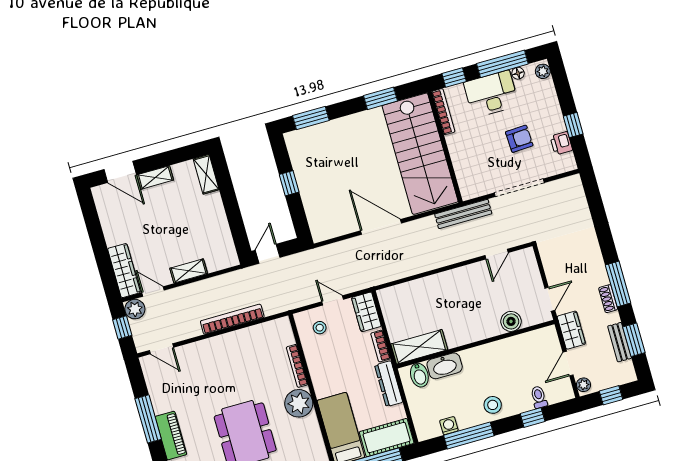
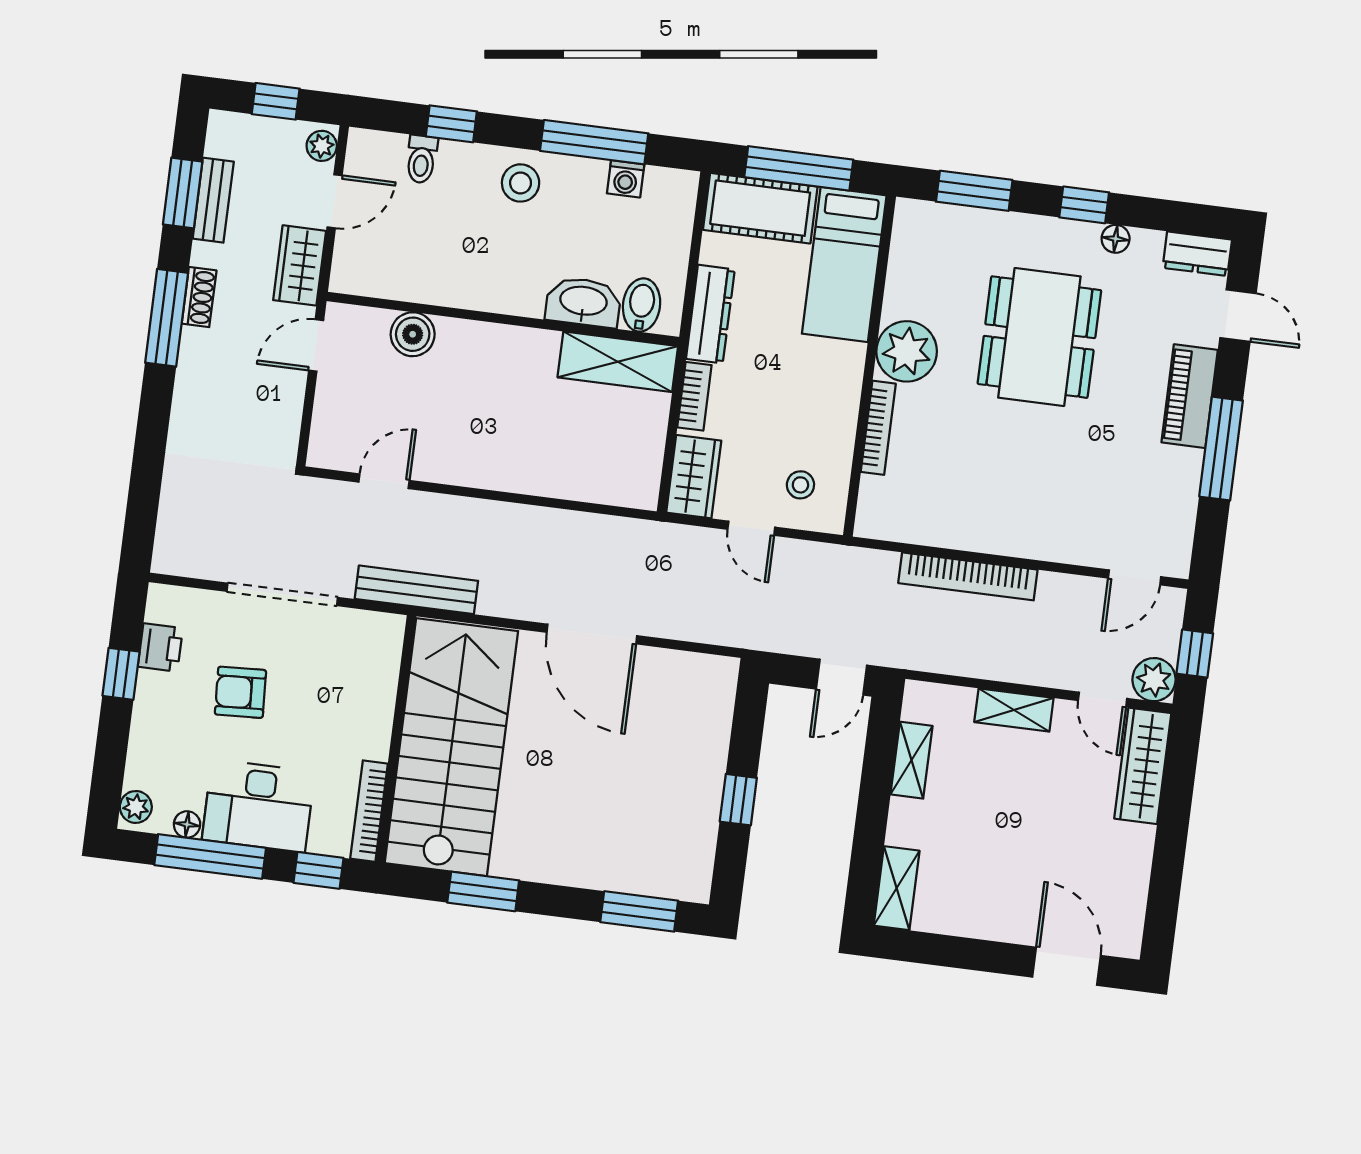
shelving: (155, 177) -> (911, 760), moved, turned 90
door: (162, 349) -> (1135, 577), swing flipped

